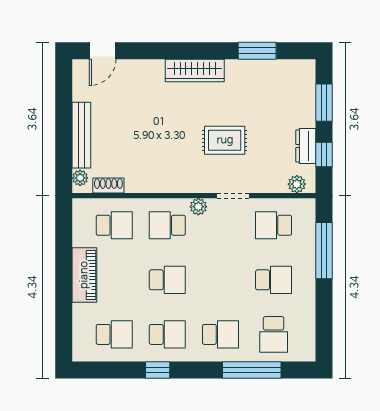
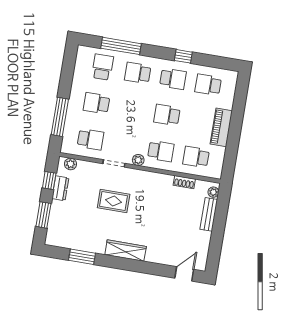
bench: (81, 135) -> (209, 214), width x0.73
shoe rack: (108, 186) -> (184, 182), moved
school desk: (167, 334) -> (173, 79), turned 180

